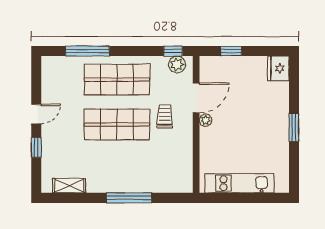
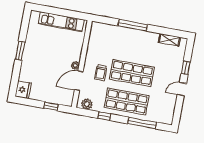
window: (173, 51) -> (104, 116), moved

